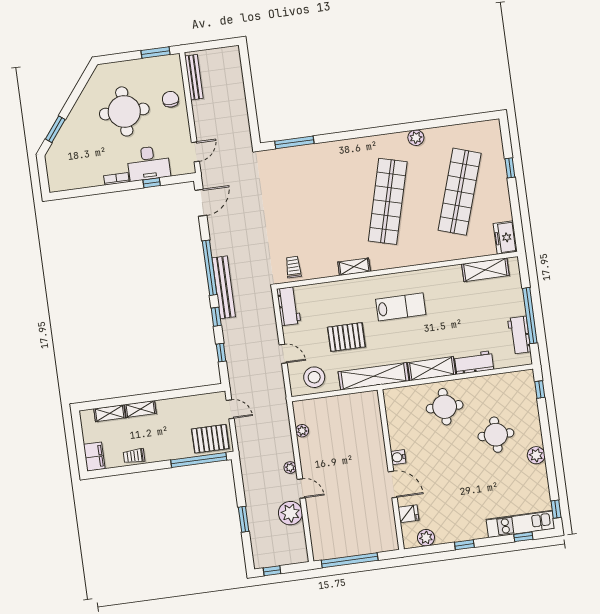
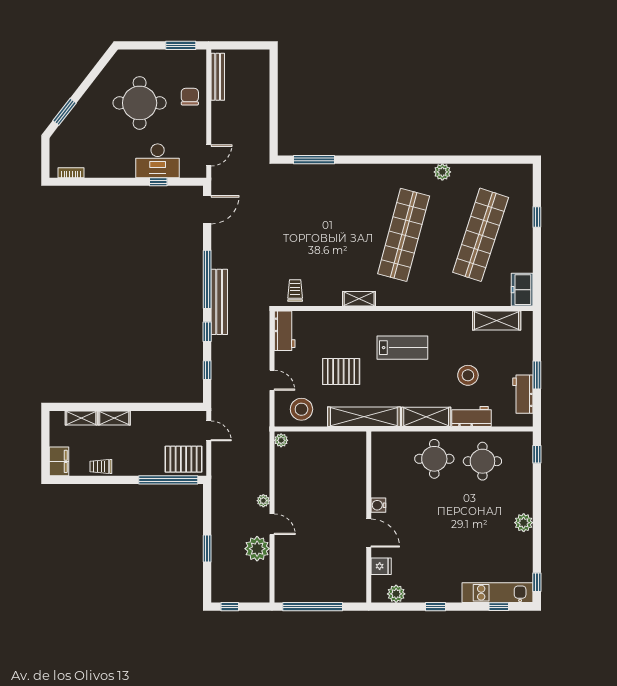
bookcase: (116, 179) -> (71, 173), moved
window: (530, 316) -> (537, 375), width x0.47
stool: (465, 324) -> (468, 375), added
plant: (302, 431) -> (281, 440), moved
round table: (496, 435) -> (482, 461), moved

